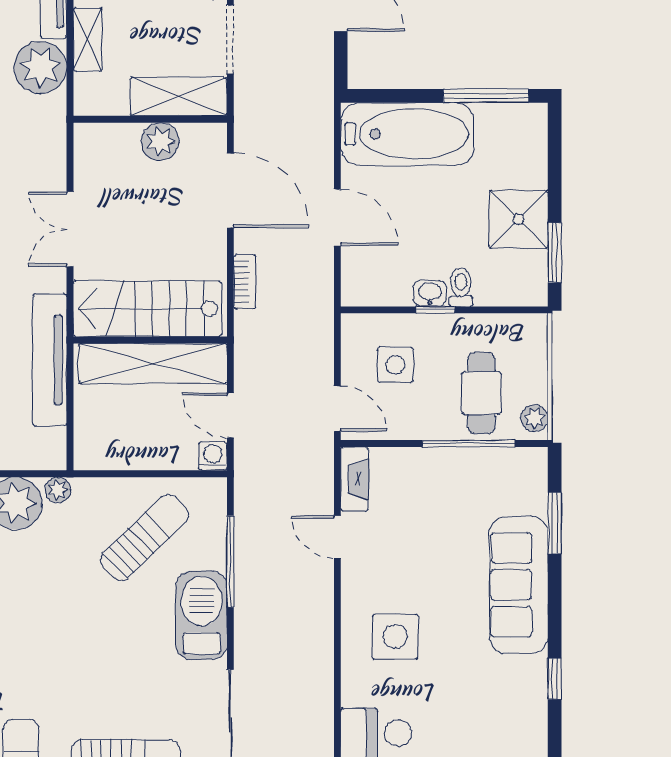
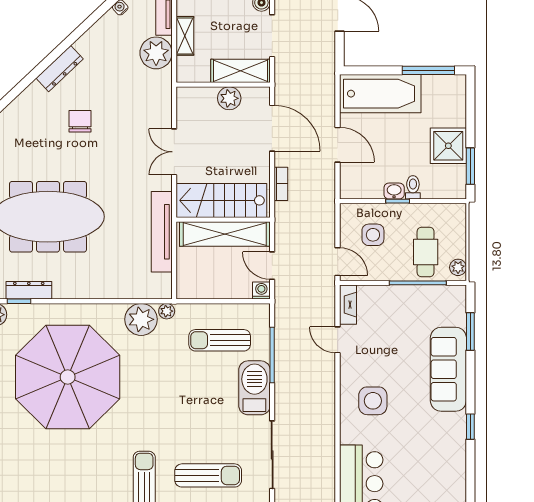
sun lounger: (144, 537) -> (220, 340), turned -136

